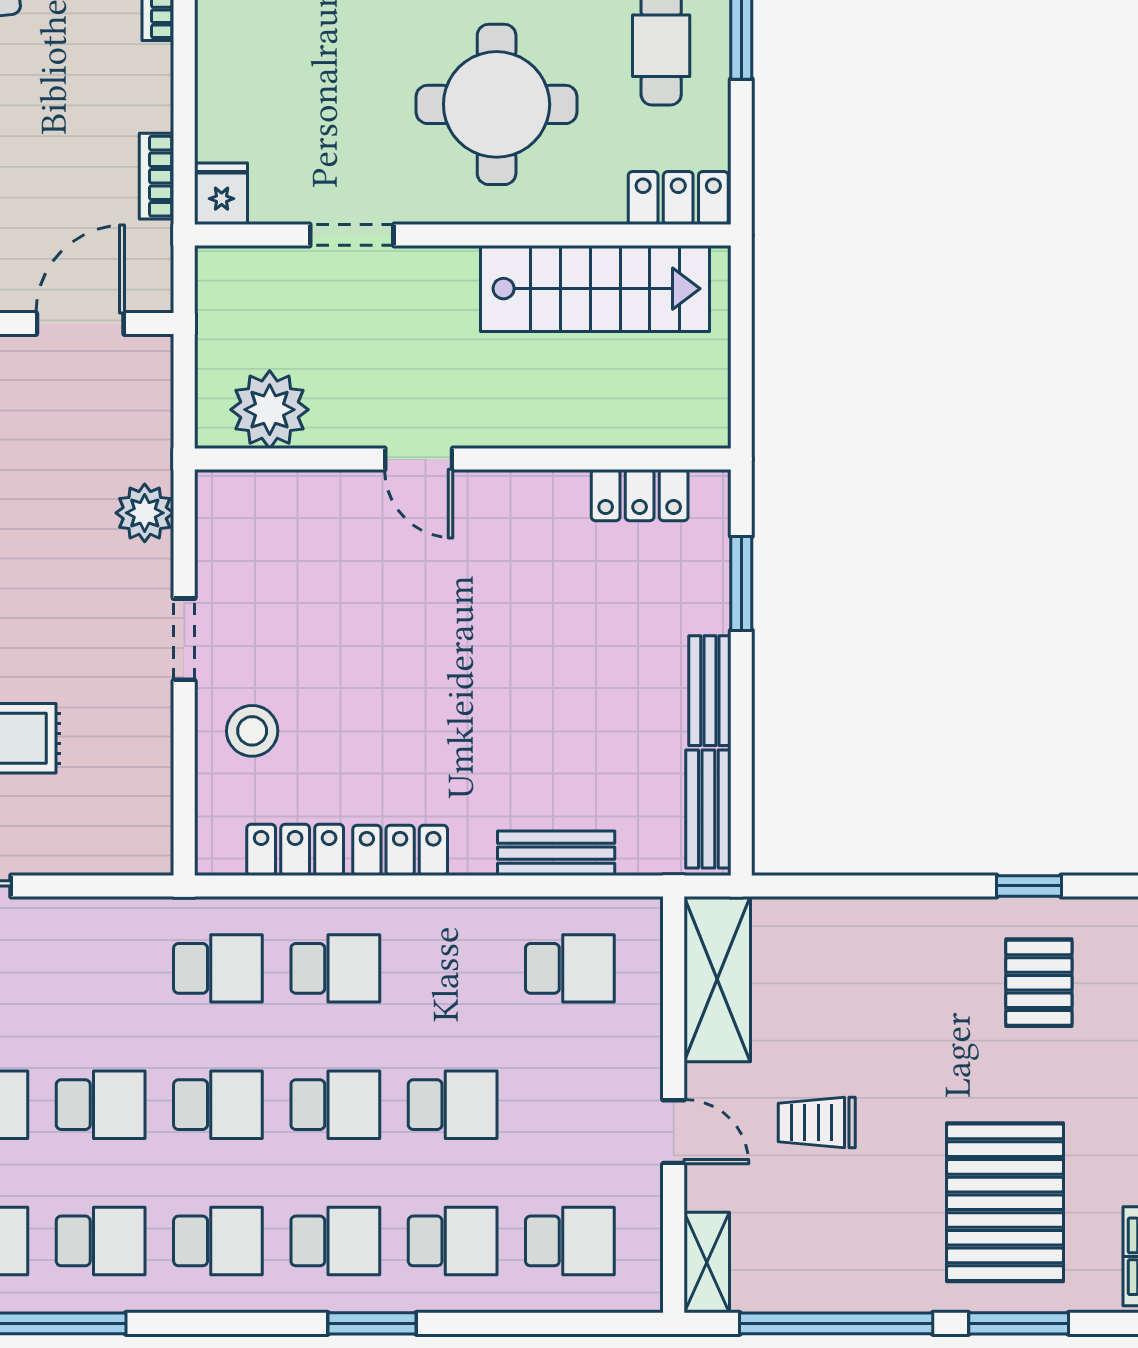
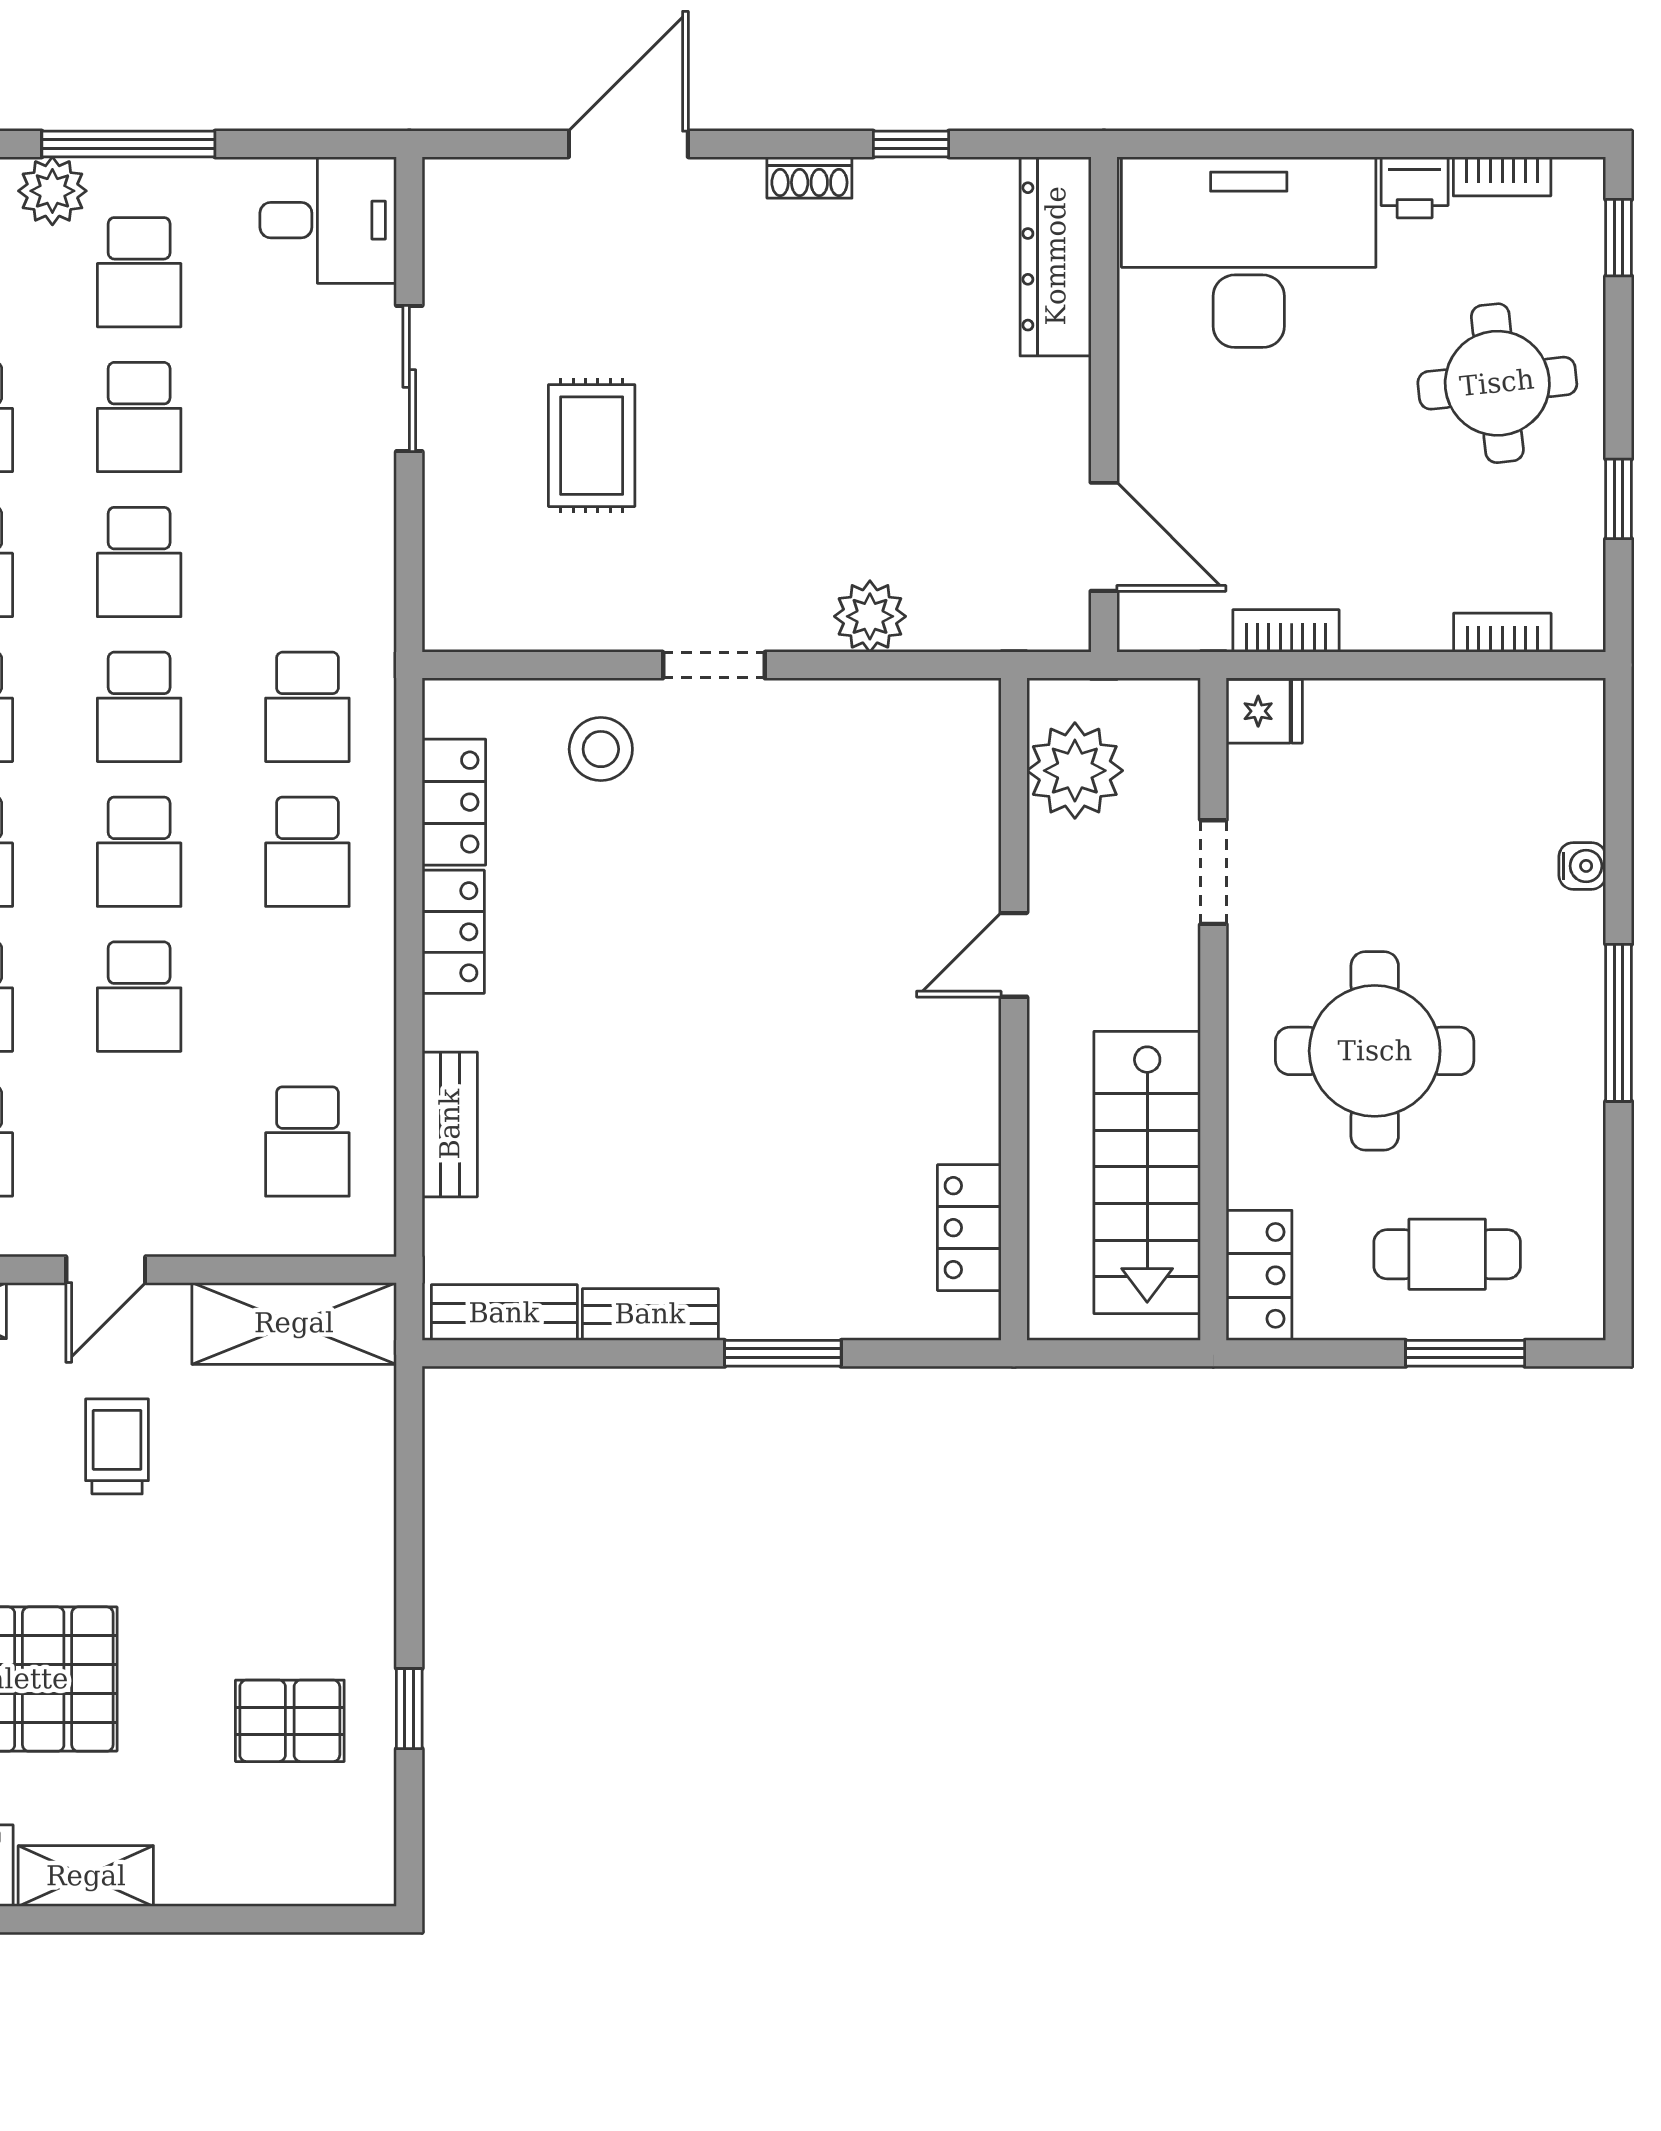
plant: (270, 410) -> (1075, 771), moved
door: (419, 459) -> (1014, 955), moved
wall: (463, 459) -> (1014, 1009), moved
locker: (640, 495) -> (969, 1228), moved

